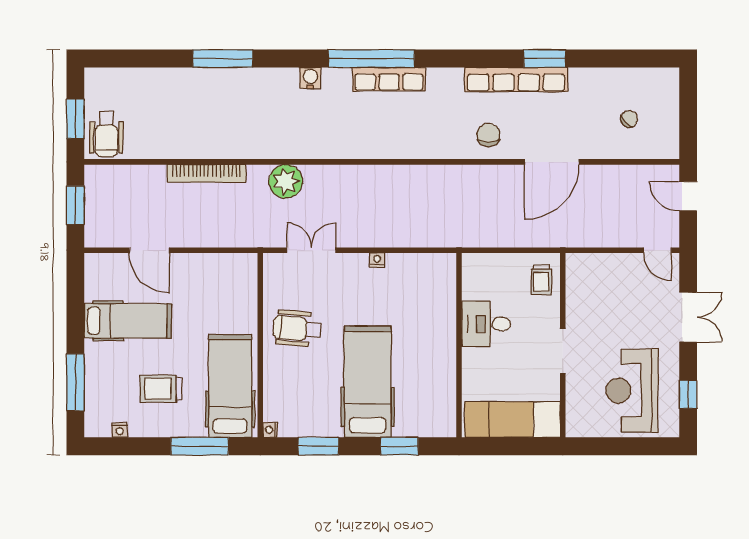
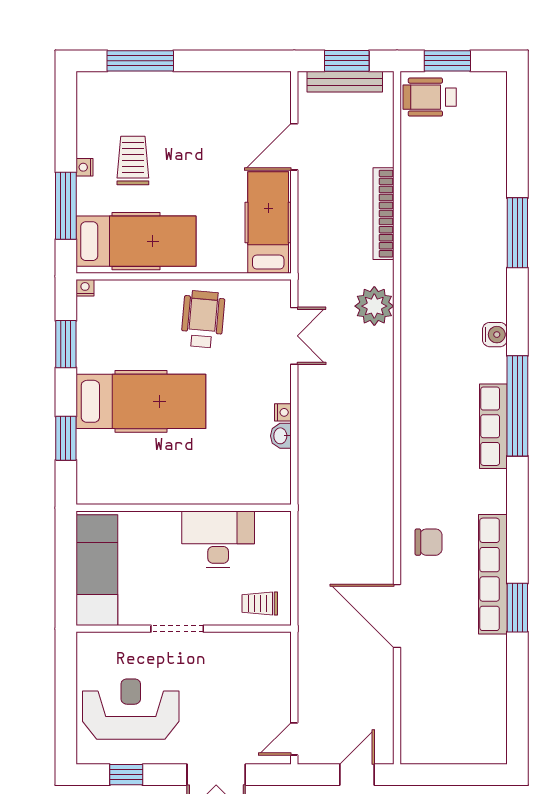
chair: (629, 119) -> (447, 706), removed
bench: (93, 207) -> (345, 82), added
washbasin: (397, 262) -> (281, 436), added
hospital bed: (128, 321) -> (268, 222), moved, turned 180
desk: (486, 324) -> (218, 539), width x1.37
nightstand: (120, 430) -> (85, 167), moved

